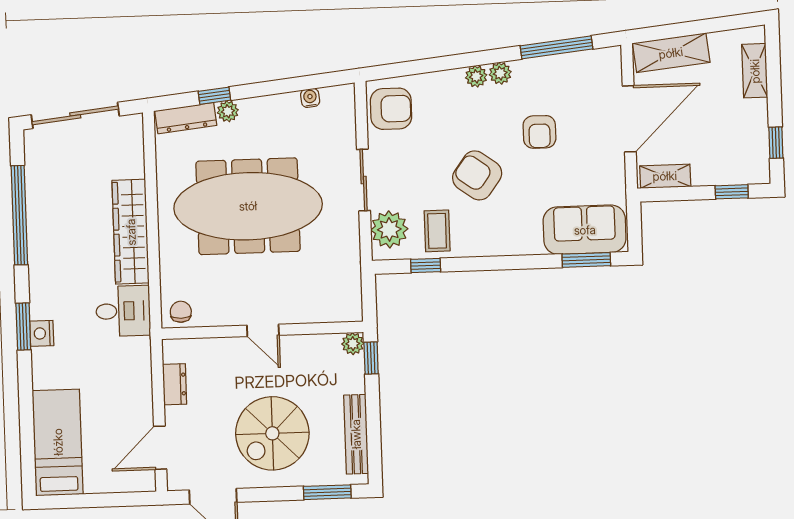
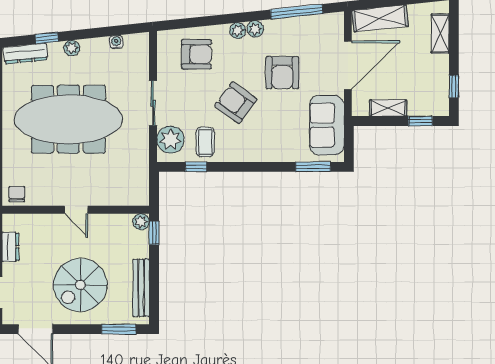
armchair: (391, 109) -> (196, 54), moved
plant: (228, 111) -> (72, 48), moved
armchair: (539, 132) -> (282, 73), width x1.38, depth x1.38
shelving: (665, 176) -> (388, 108), moved
sofa: (585, 230) -> (327, 125), moved, turned -90

